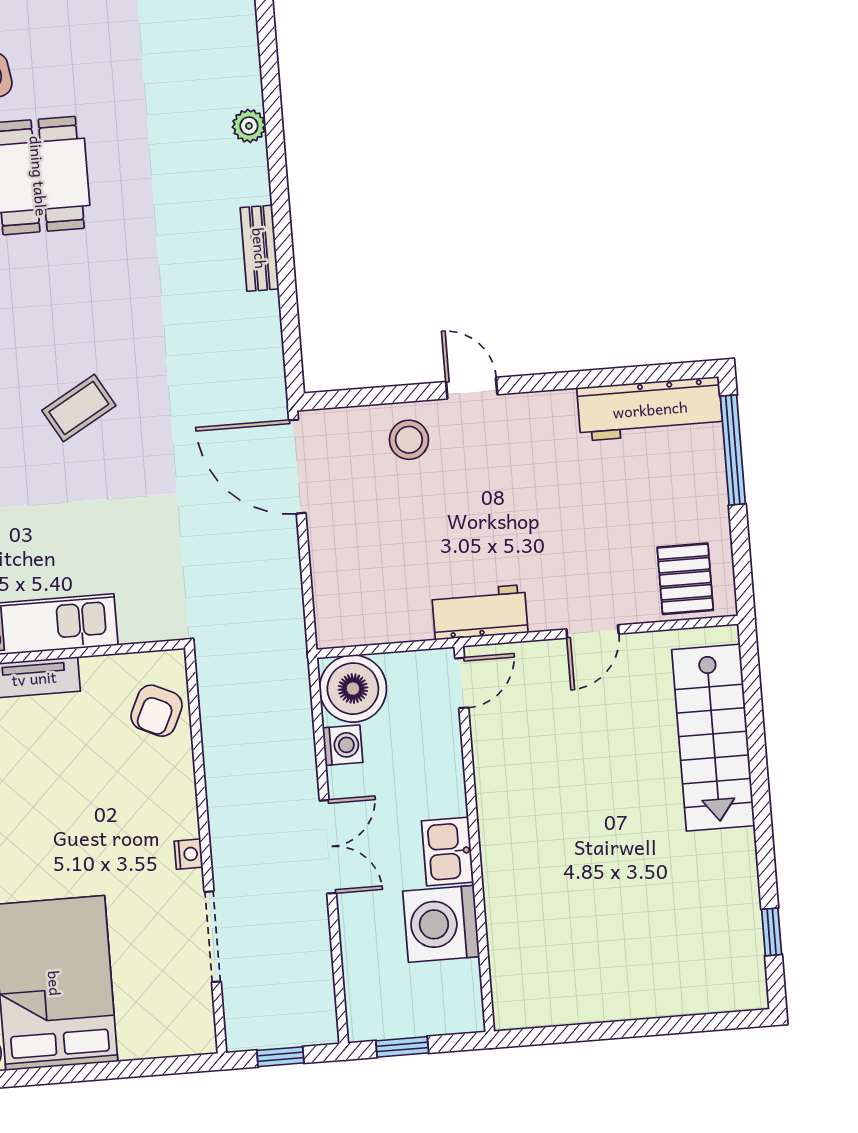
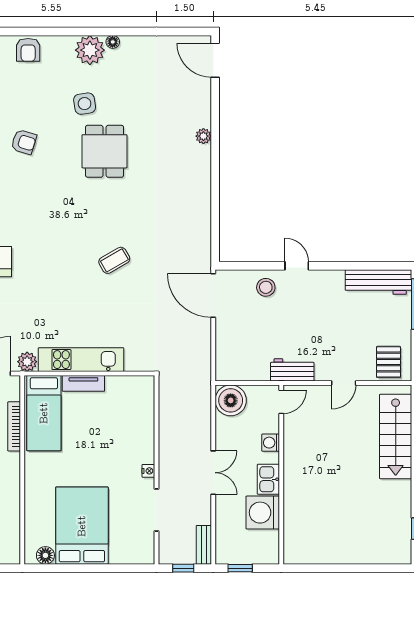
bench: (260, 248) -> (204, 545), moved
armchair: (157, 711) -> (139, 403), removed
washing machine: (343, 745) -> (271, 443), moved, turned 180

